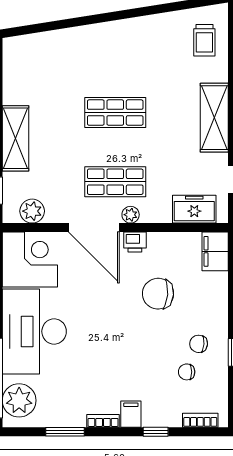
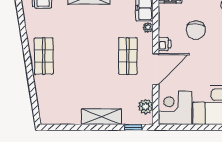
shop shelf: (115, 113) -> (44, 56), moved
plant: (131, 215) -> (148, 27), moved

